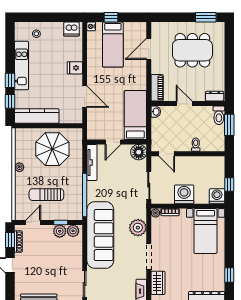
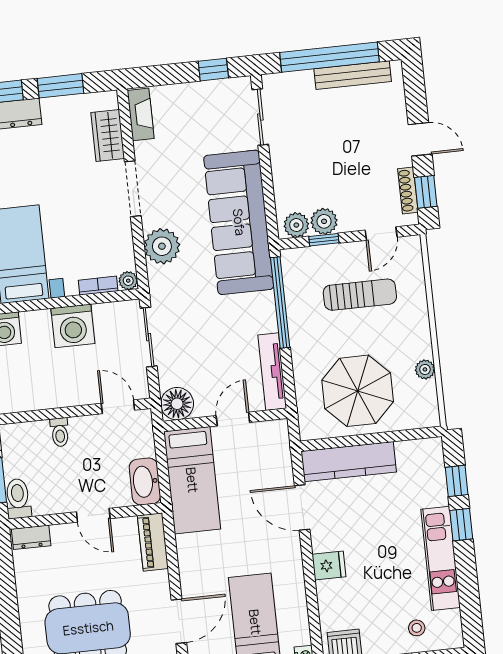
washbasin: (156, 112) -> (145, 482), width x1.91, depth x1.45
kitchen counter: (37, 116) -> (349, 462), moved
plant: (19, 167) -> (425, 369), moved

